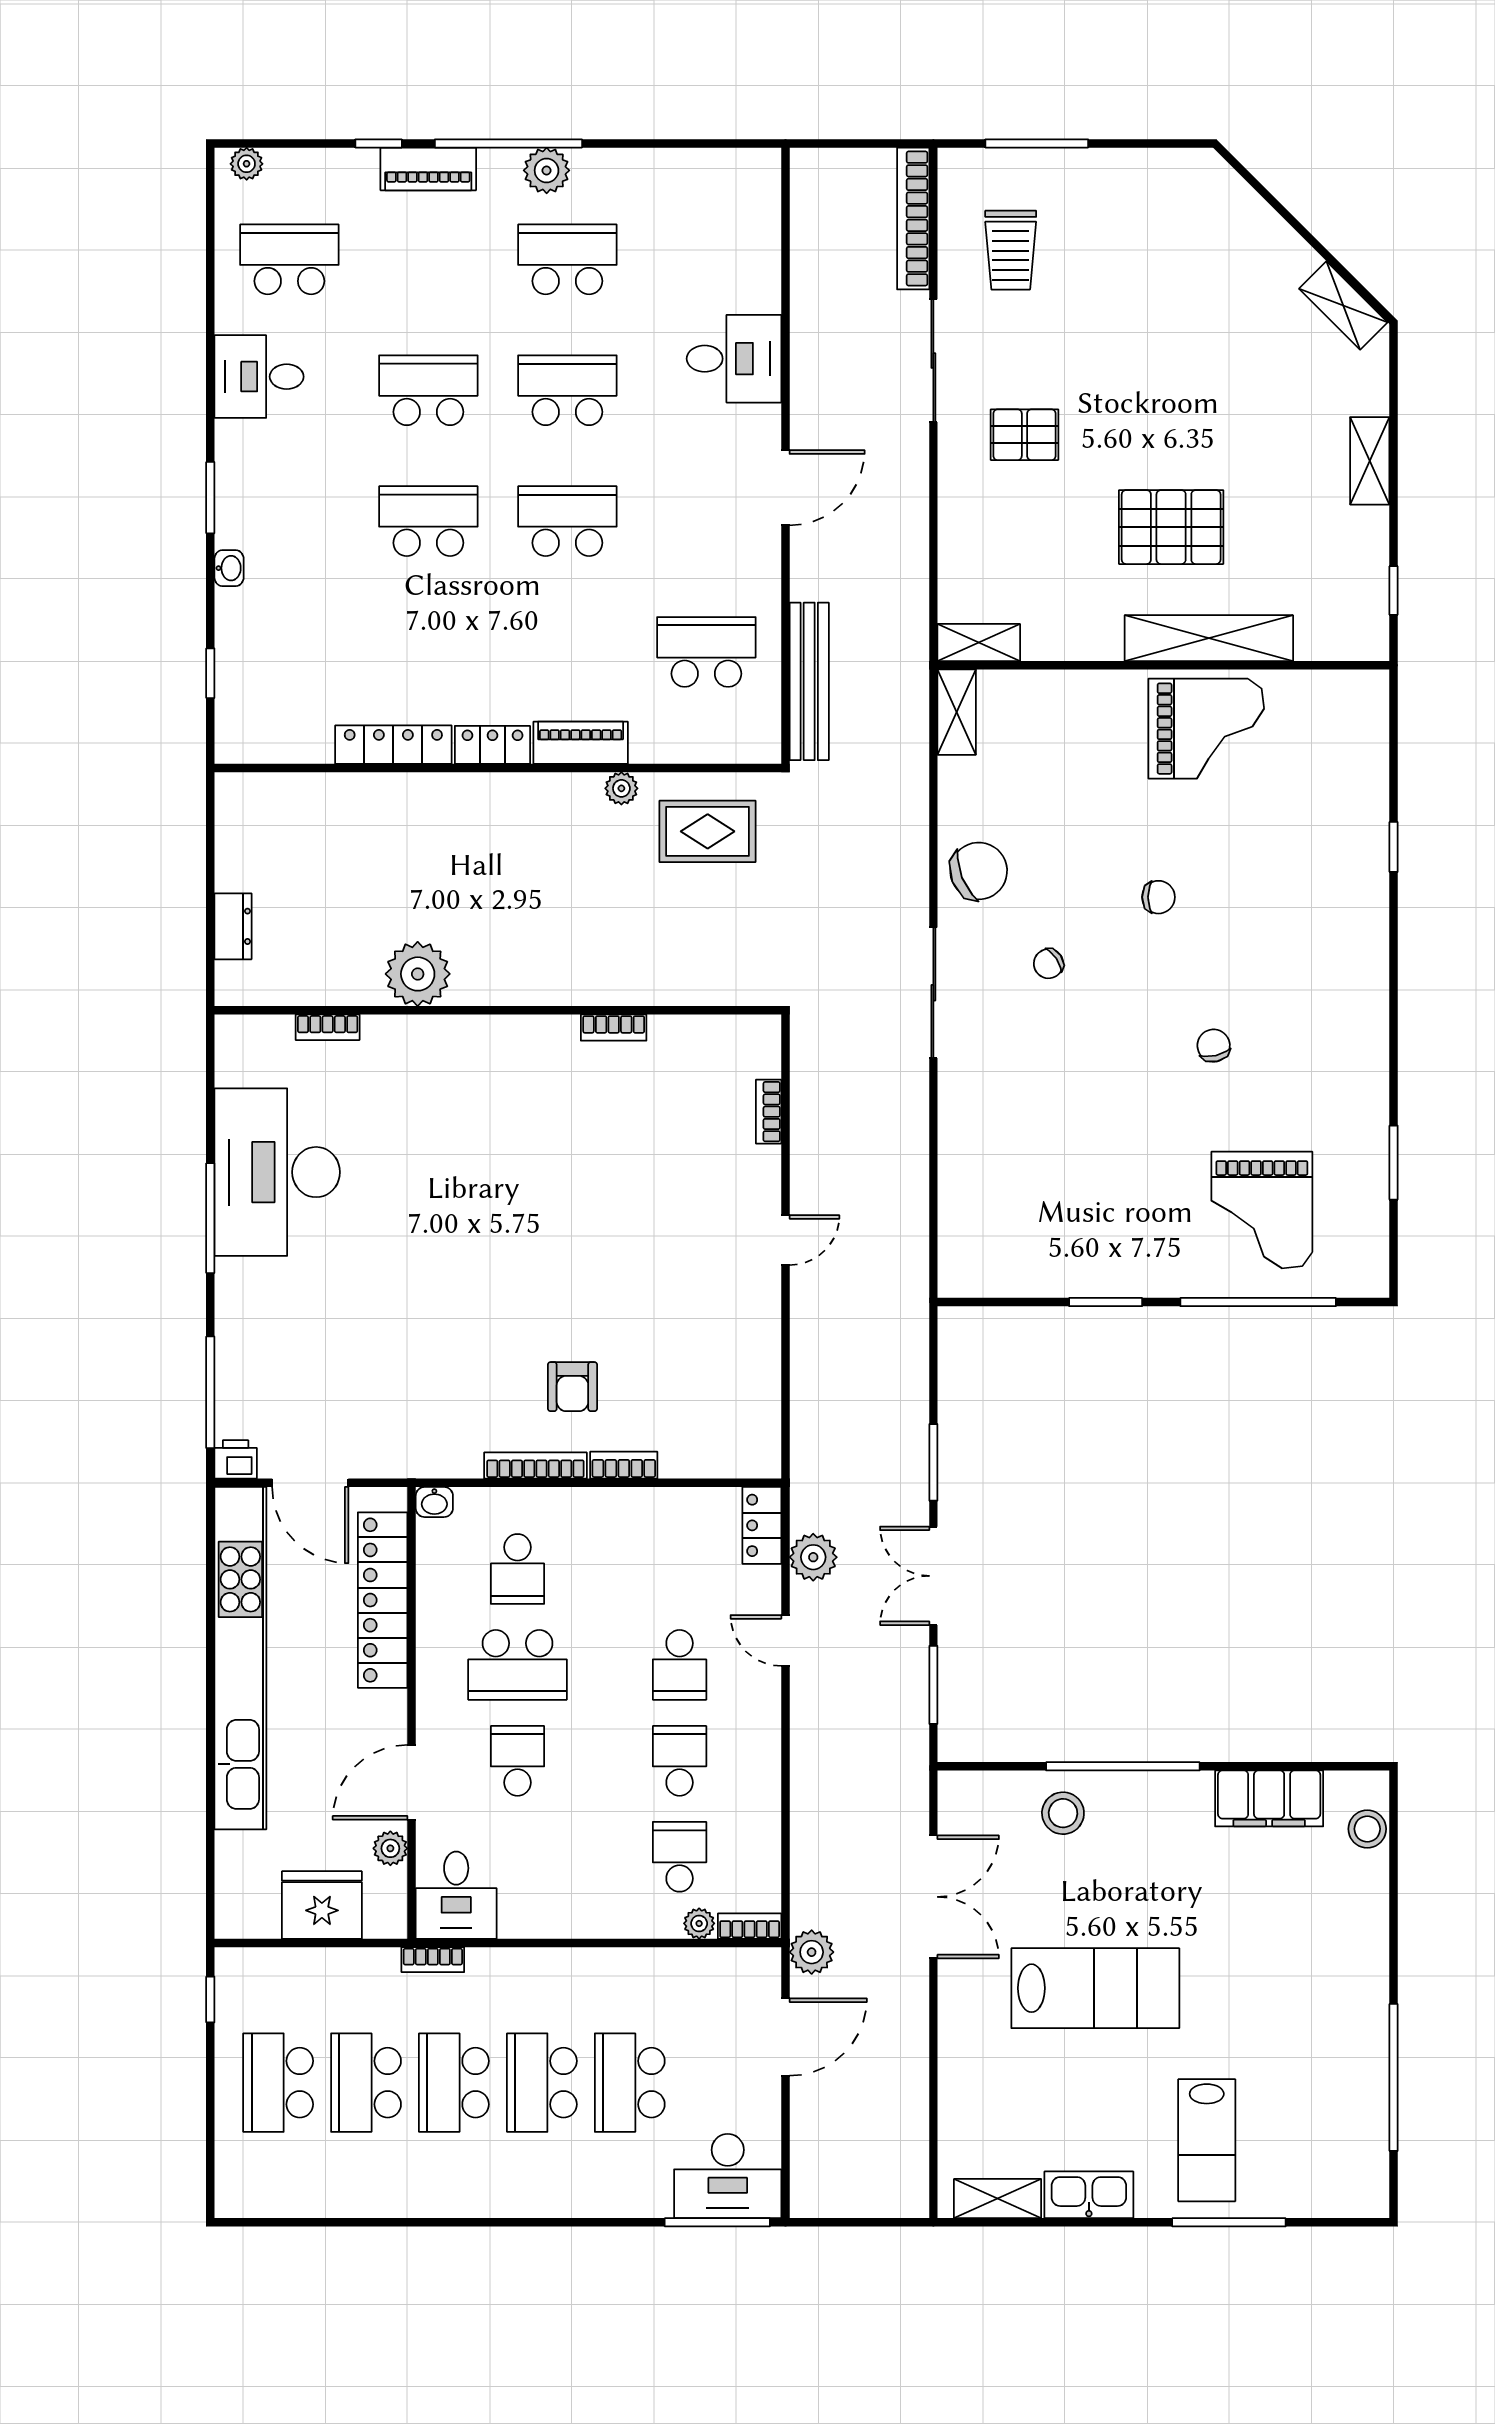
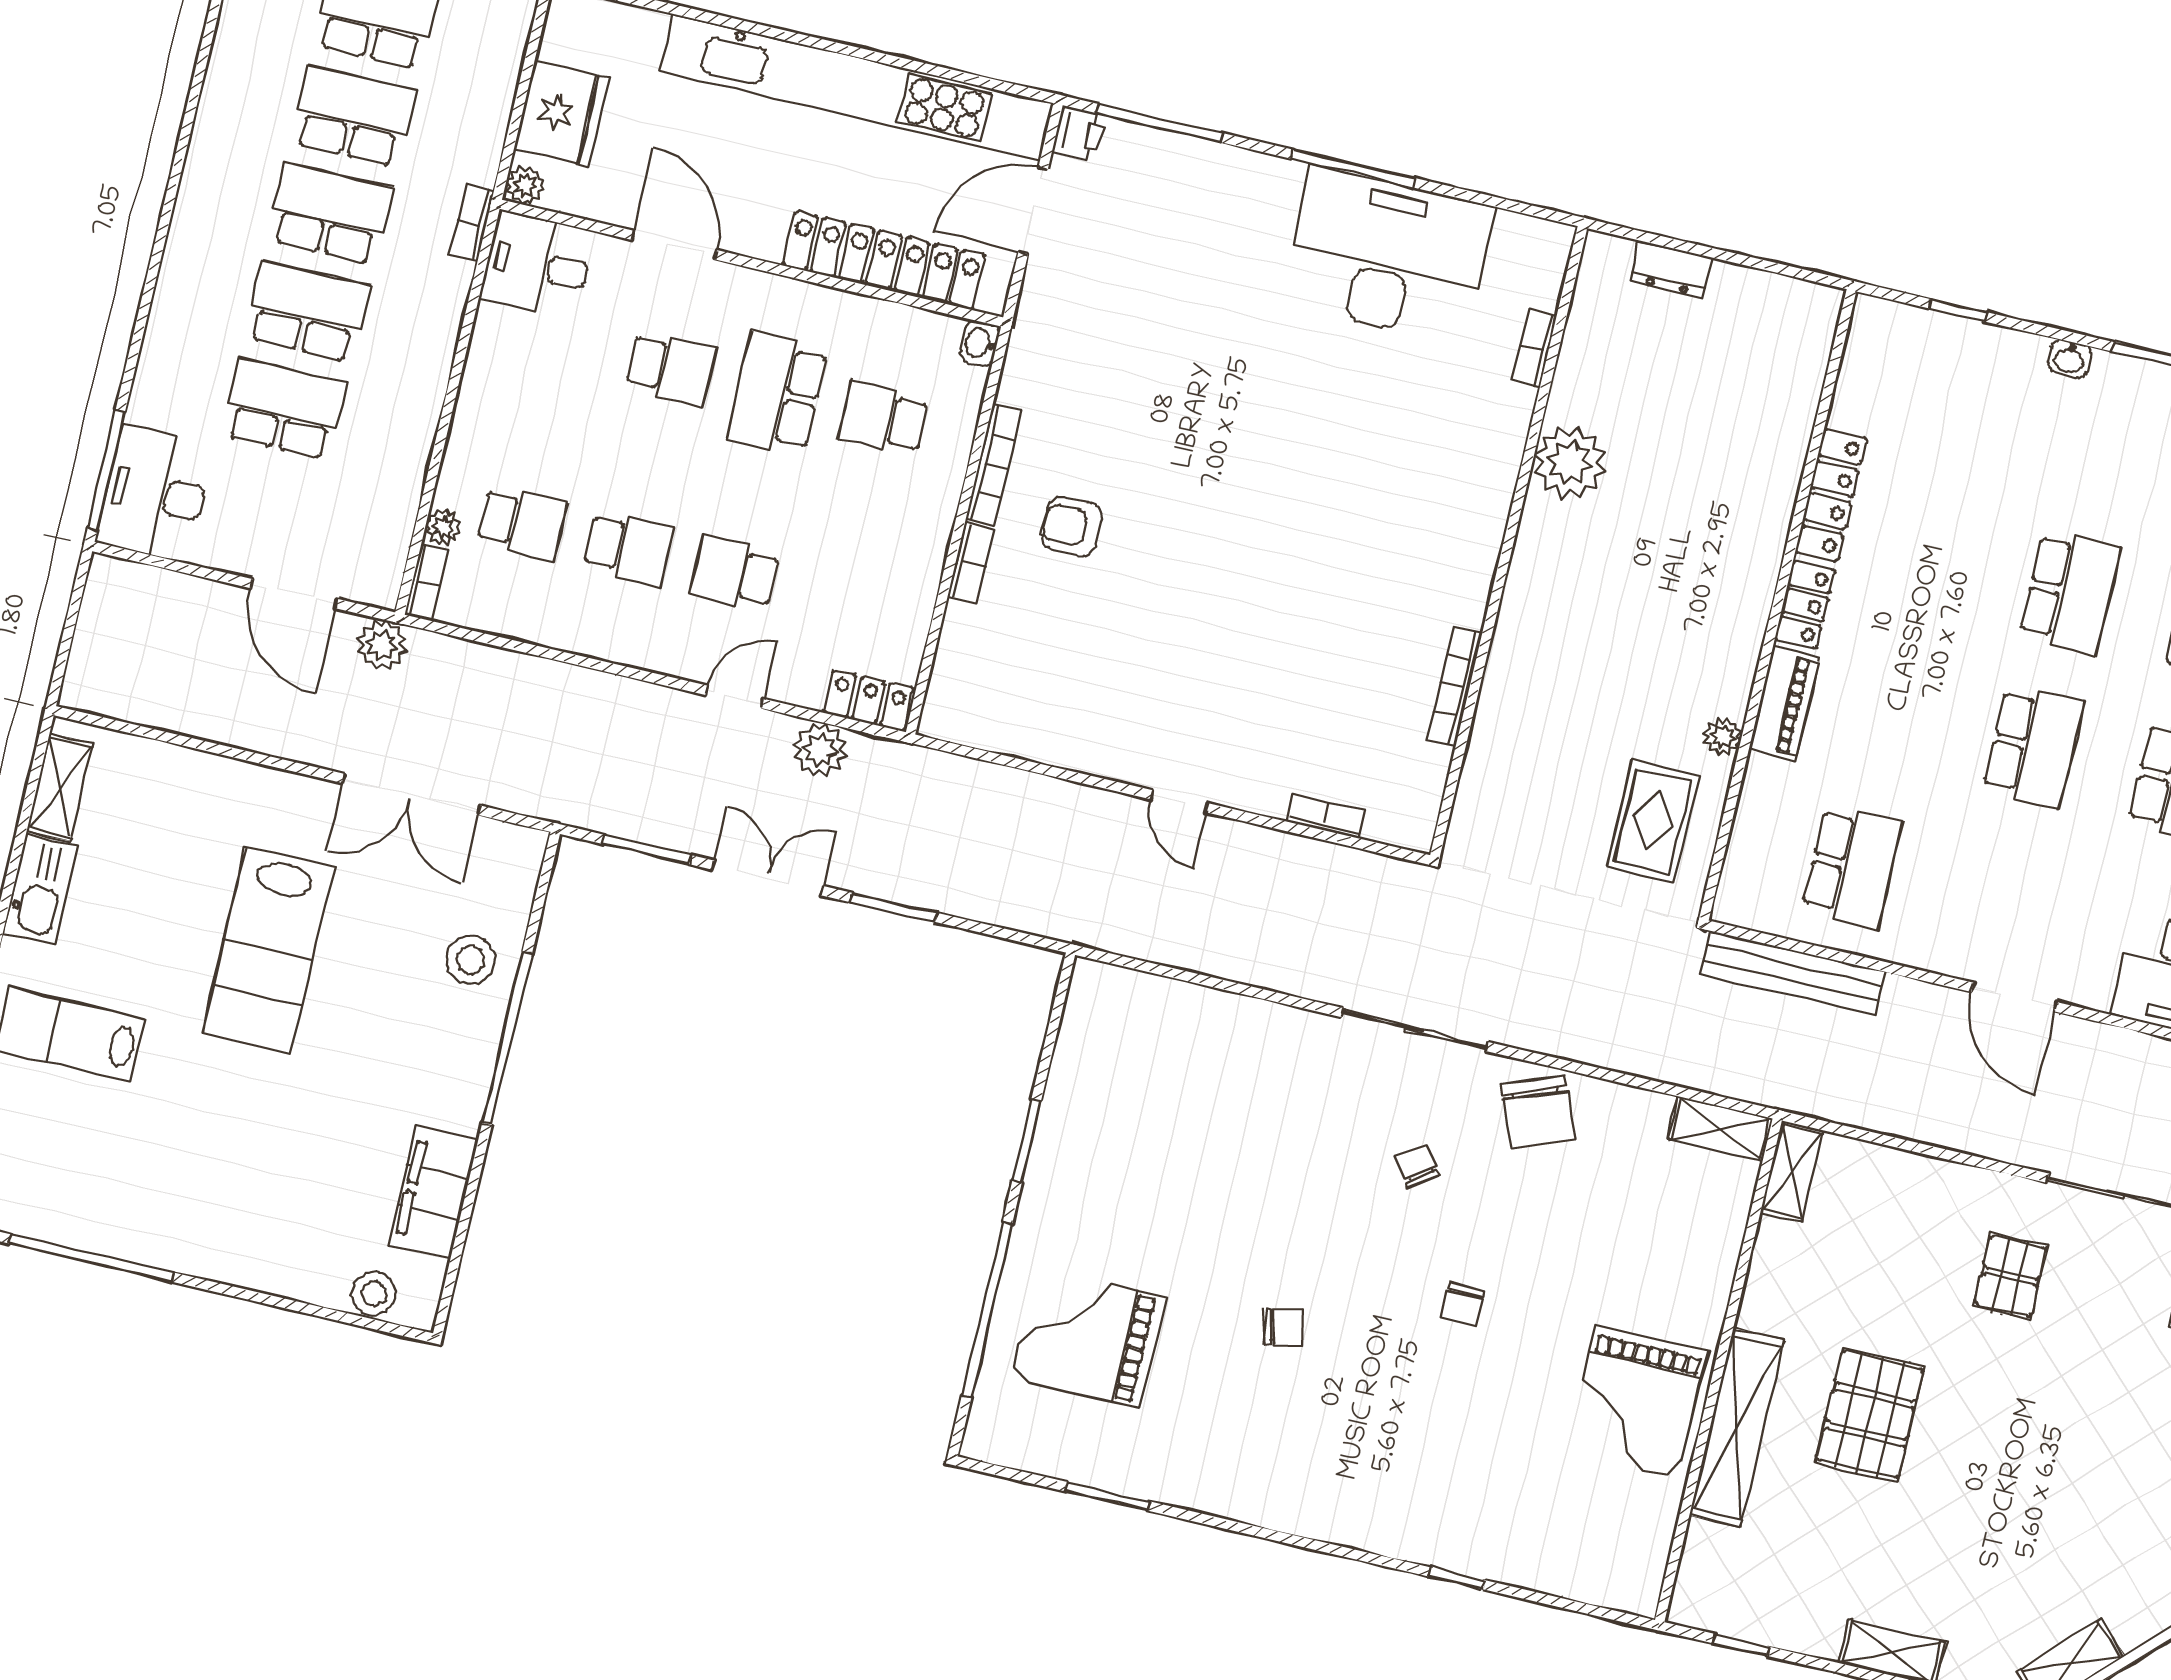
bookcase: (614, 1028) -> (1455, 686), width x1.56
plant: (390, 1848) -> (525, 185), moved

